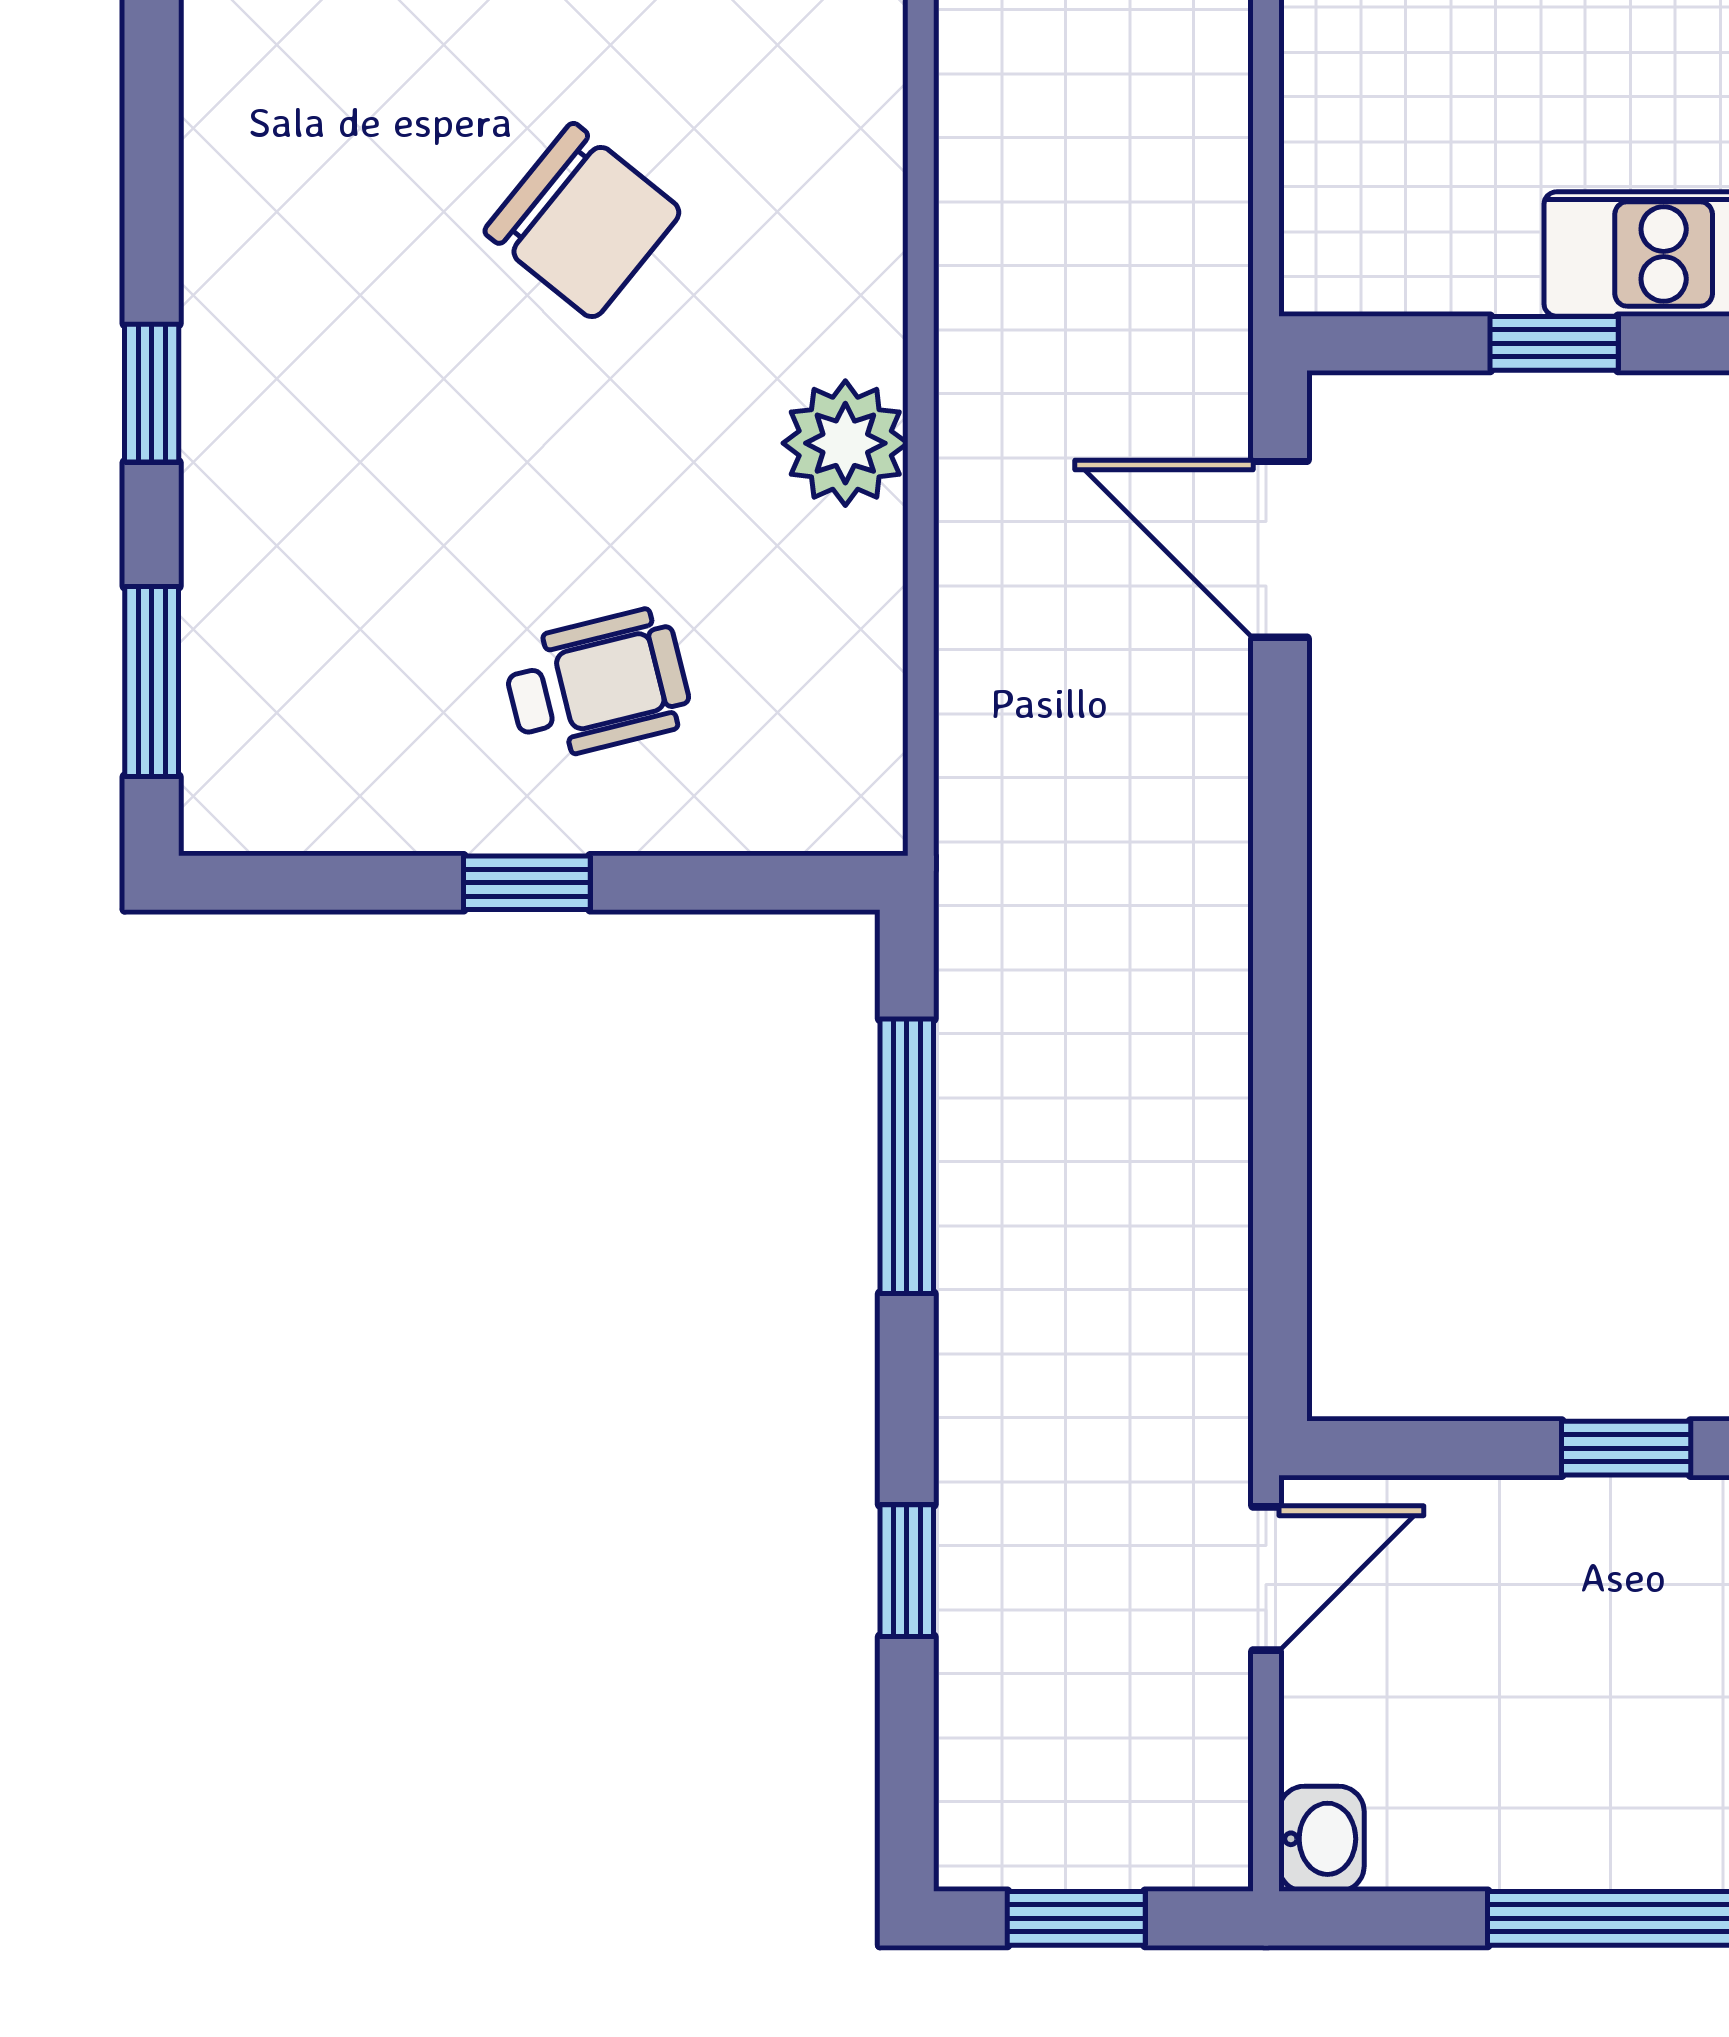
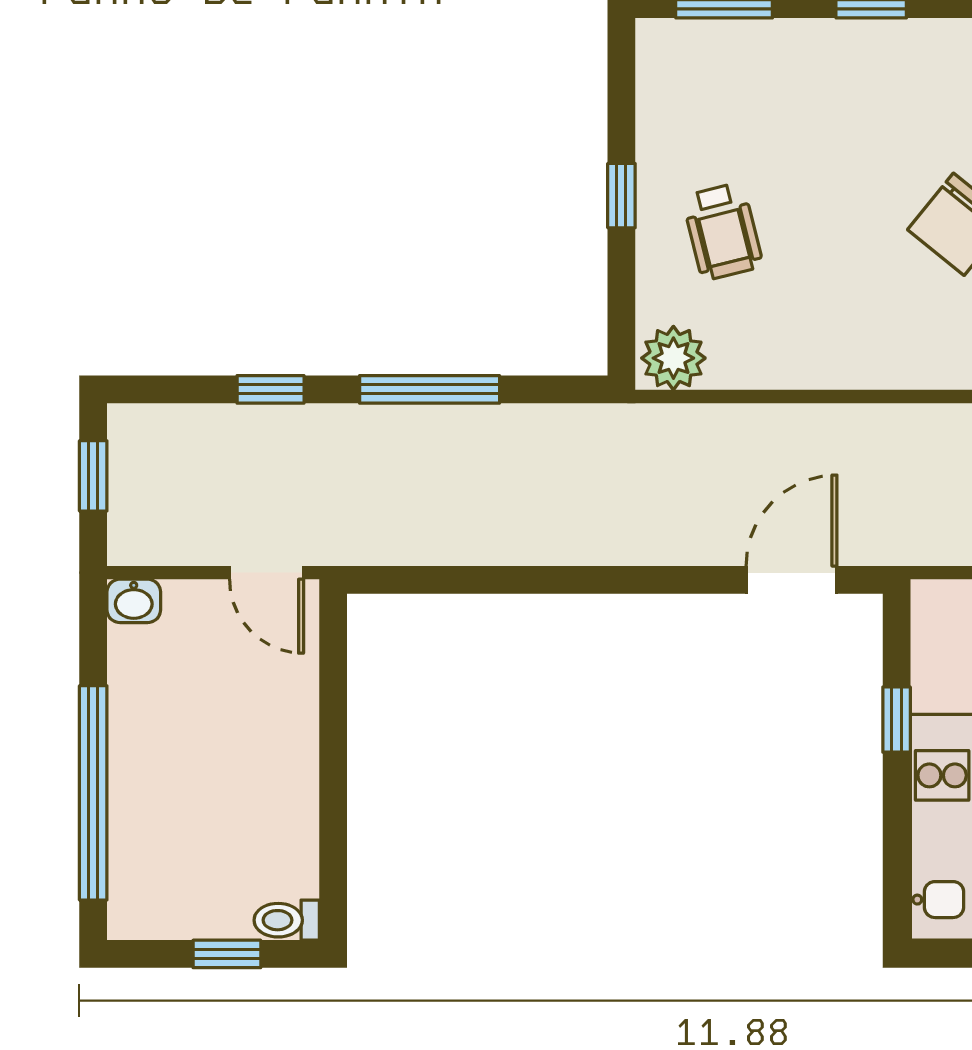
plant: (845, 443) -> (673, 358), moved
window: (907, 1156) -> (430, 389), moved
window: (1626, 1448) -> (333, 756), removed

